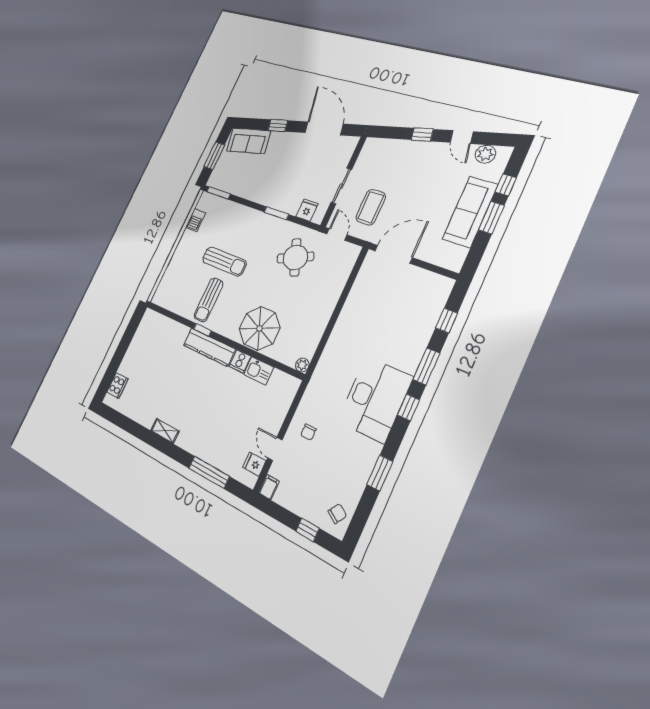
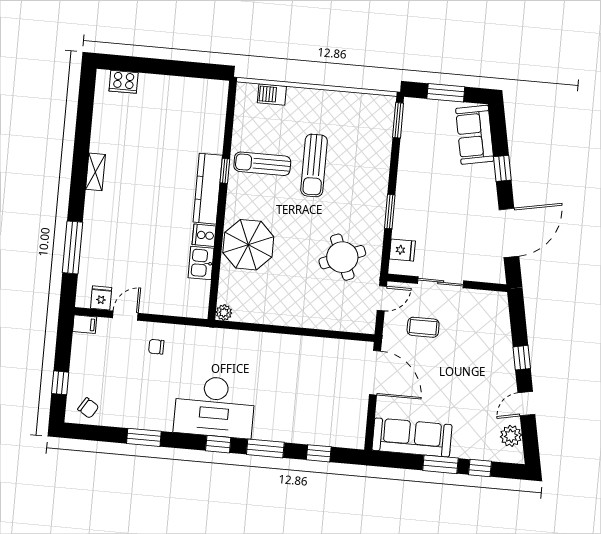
coffee table: (371, 207) -> (423, 327), width x0.73, depth x0.77
sofa: (470, 212) -> (412, 437), moved
barbecue: (196, 220) -> (272, 94), moved

